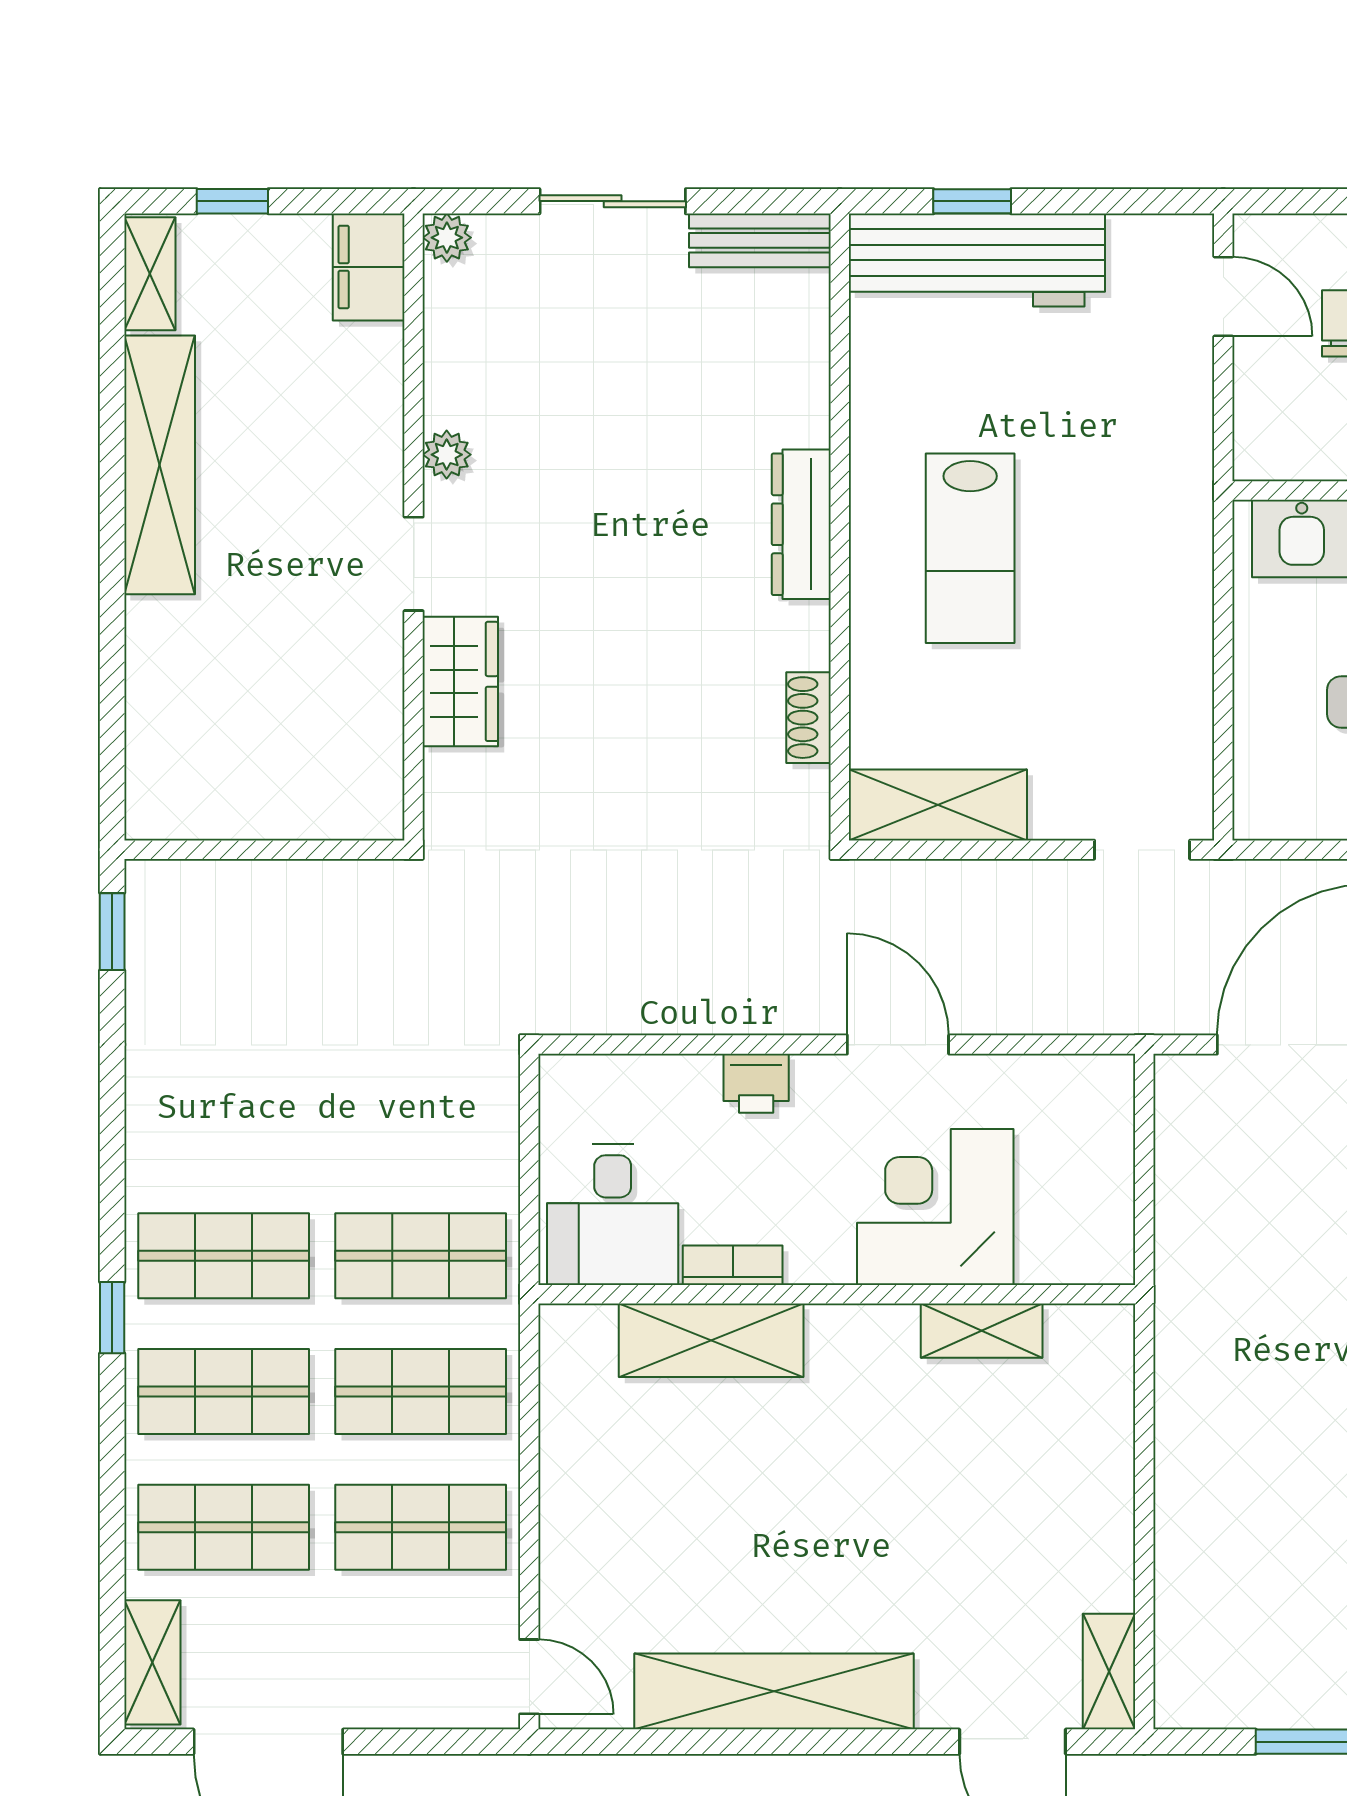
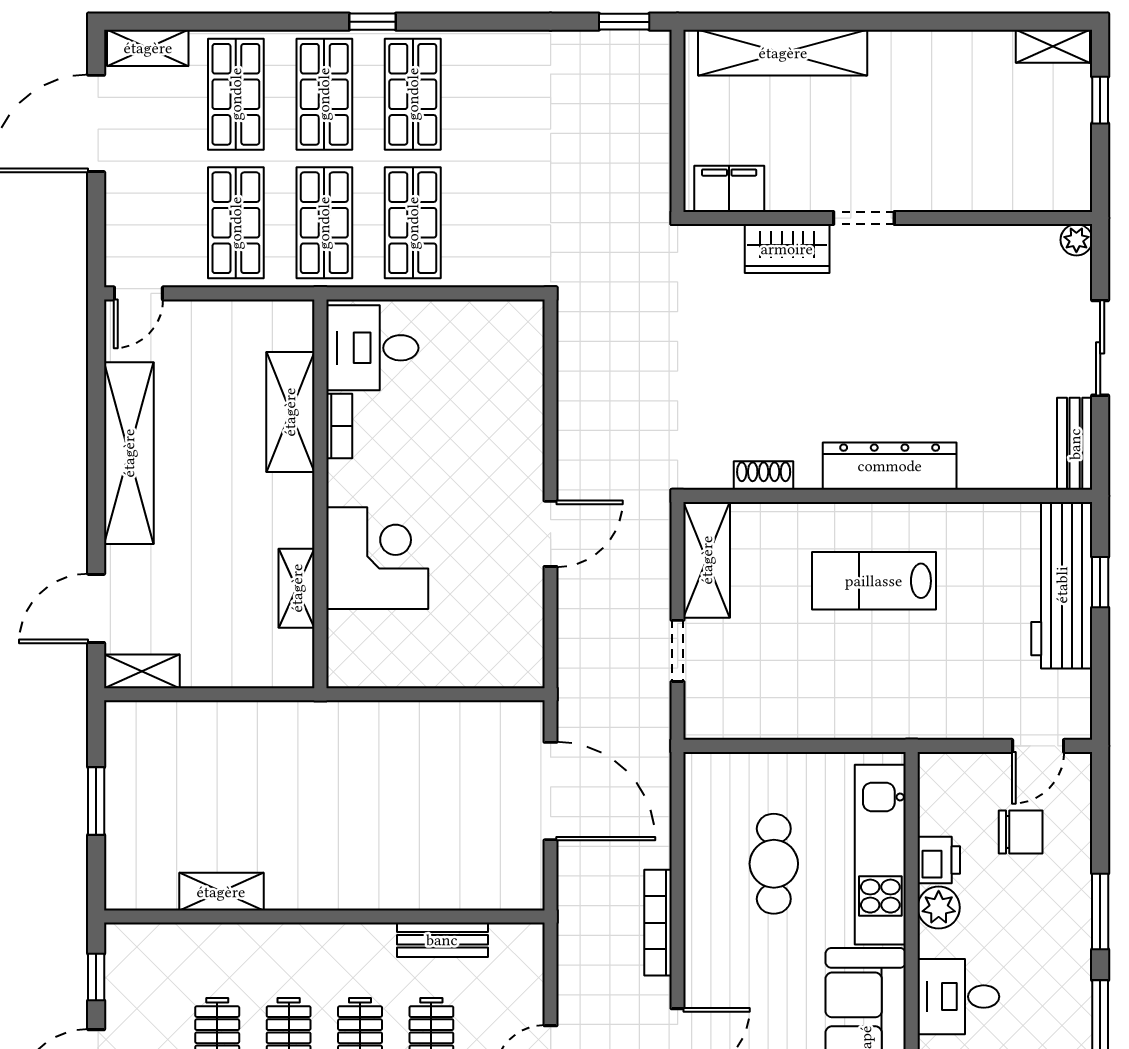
filing cabinet: (369, 267) -> (729, 189), moved
plant: (447, 455) -> (935, 240), removed
shelving: (160, 465) -> (783, 53), moved
dresser: (801, 524) -> (890, 466), width x1.37, depth x1.24
doorway: (1142, 850) -> (678, 651), moved
printer: (756, 1083) -> (525, 441), removed
corner desk: (935, 1207) -> (377, 558), moved
desk: (613, 1214) -> (372, 348), moved
bookcase: (733, 1265) -> (339, 426), moved
wall: (837, 1294) -> (320, 494), moved
shelving: (982, 1331) -> (297, 588), moved
shelving: (711, 1340) -> (290, 412), moved

